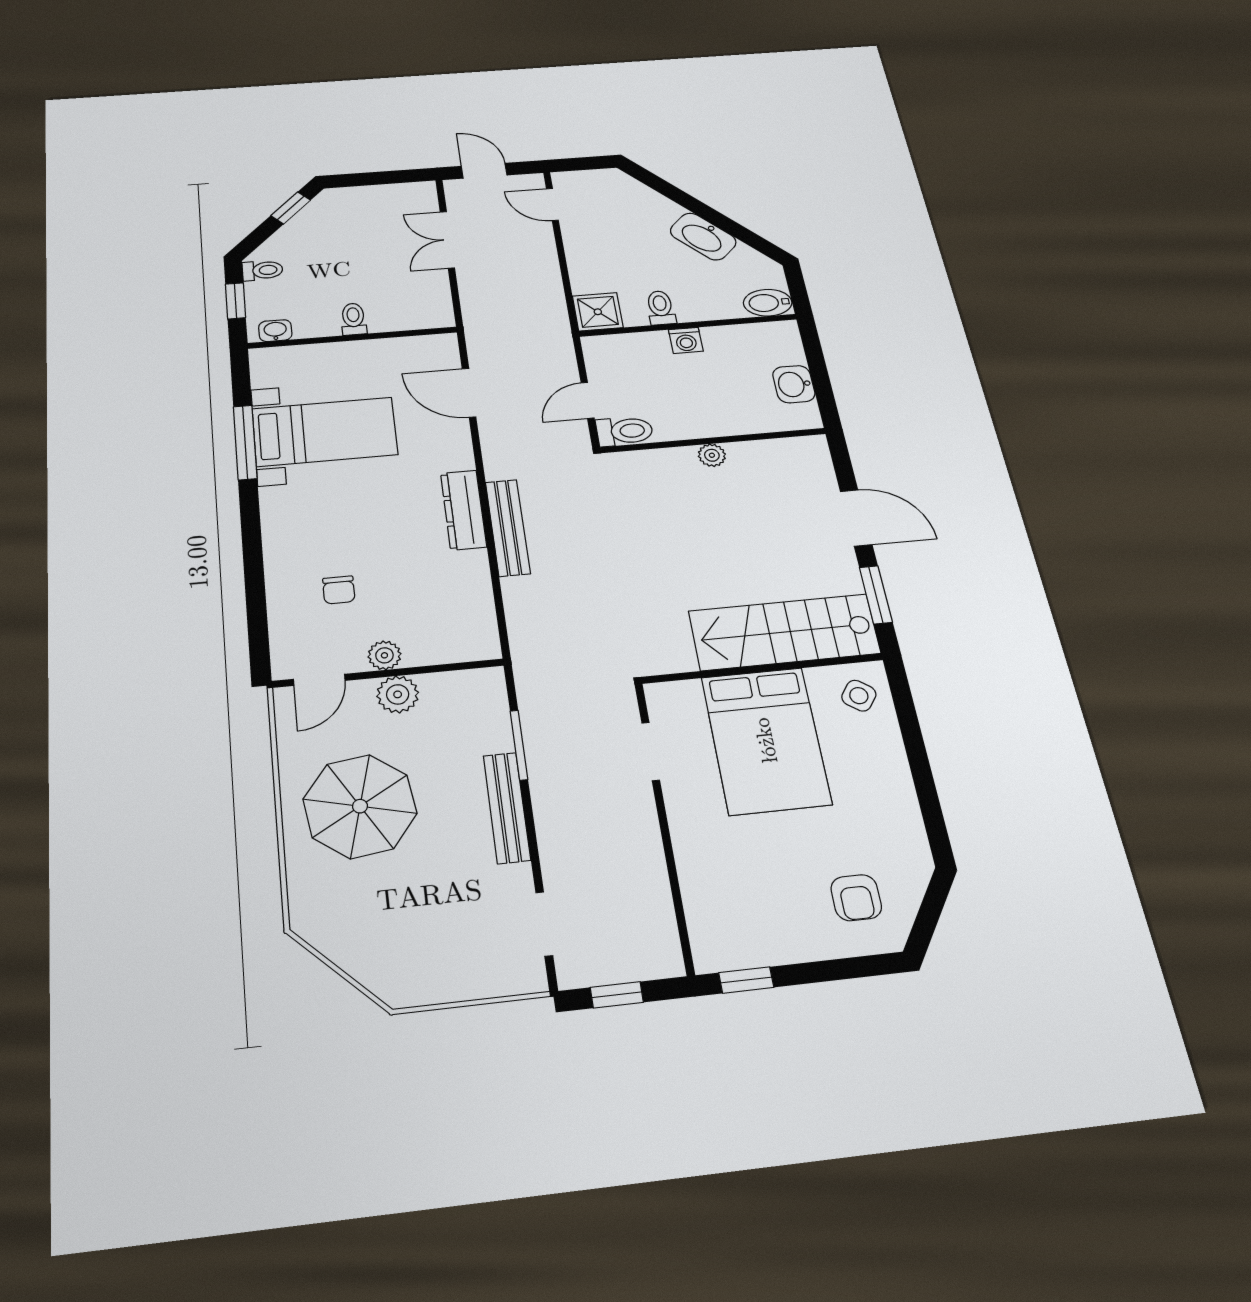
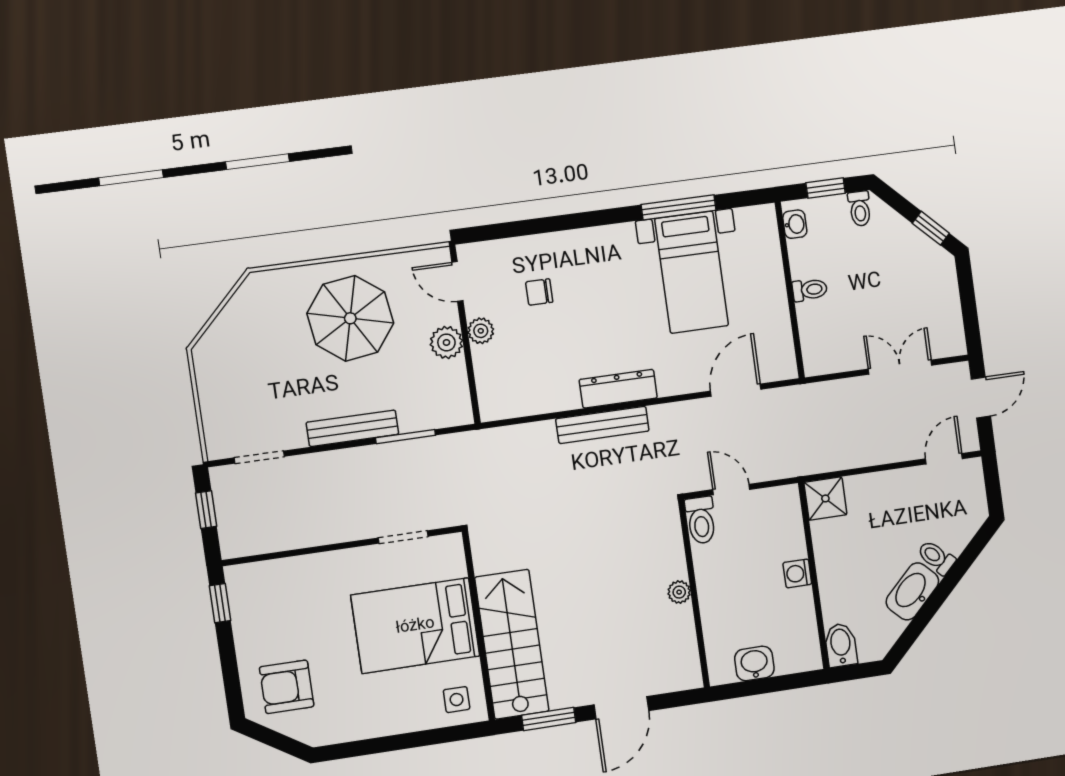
toilet: (661, 308) -> (936, 557), moved, turned -135
side table: (859, 696) -> (457, 700), turned -36
armchair: (856, 898) -> (287, 687), width x1.38, depth x1.38

